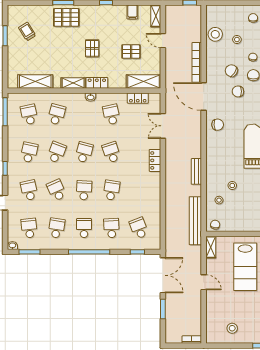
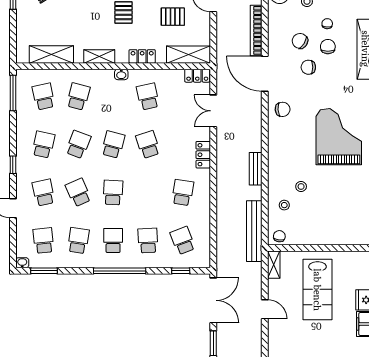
locker: (97, 83) -> (142, 56), moved
locker: (138, 98) -> (197, 76), moved
school desk: (111, 190) -> (183, 193), moved

